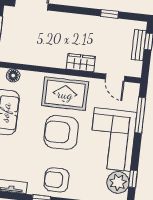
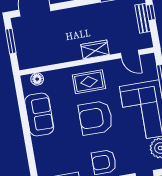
rug: (65, 94) -> (89, 82), width x0.73, depth x0.70

